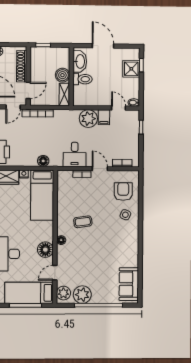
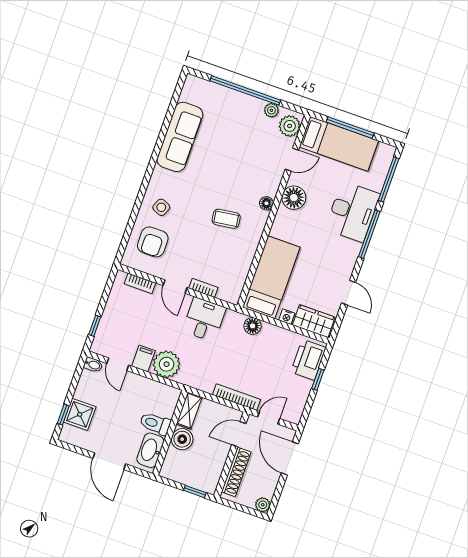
sofa: (129, 284) -> (180, 137), moved, width x1.36
plant: (82, 295) -> (271, 110), width x0.53, depth x0.53

